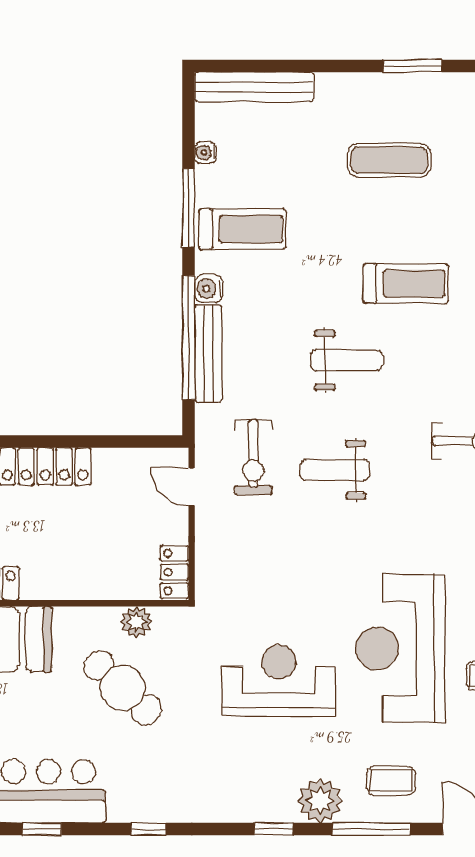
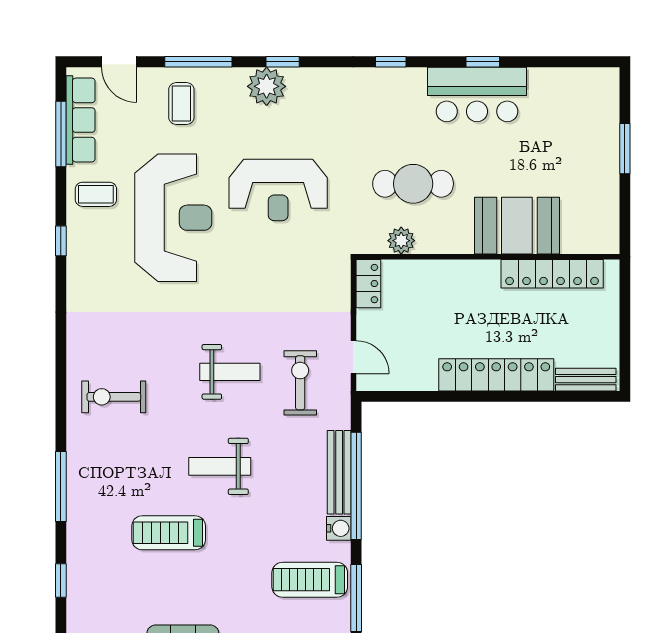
cafe table: (123, 688) -> (413, 184), turned -43
coffee table: (391, 781) -> (181, 104), turned 90
plant: (320, 801) -> (267, 86), moved

